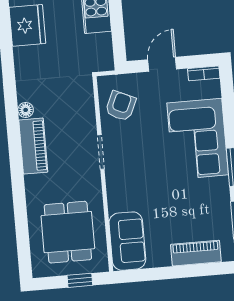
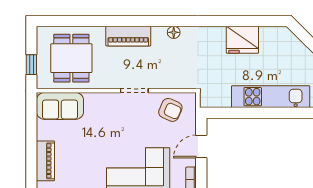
door: (162, 64) -> (201, 147), swing flipped
piano: (33, 146) -> (128, 36), moved
dining table: (68, 232) -> (71, 58), turned 90

